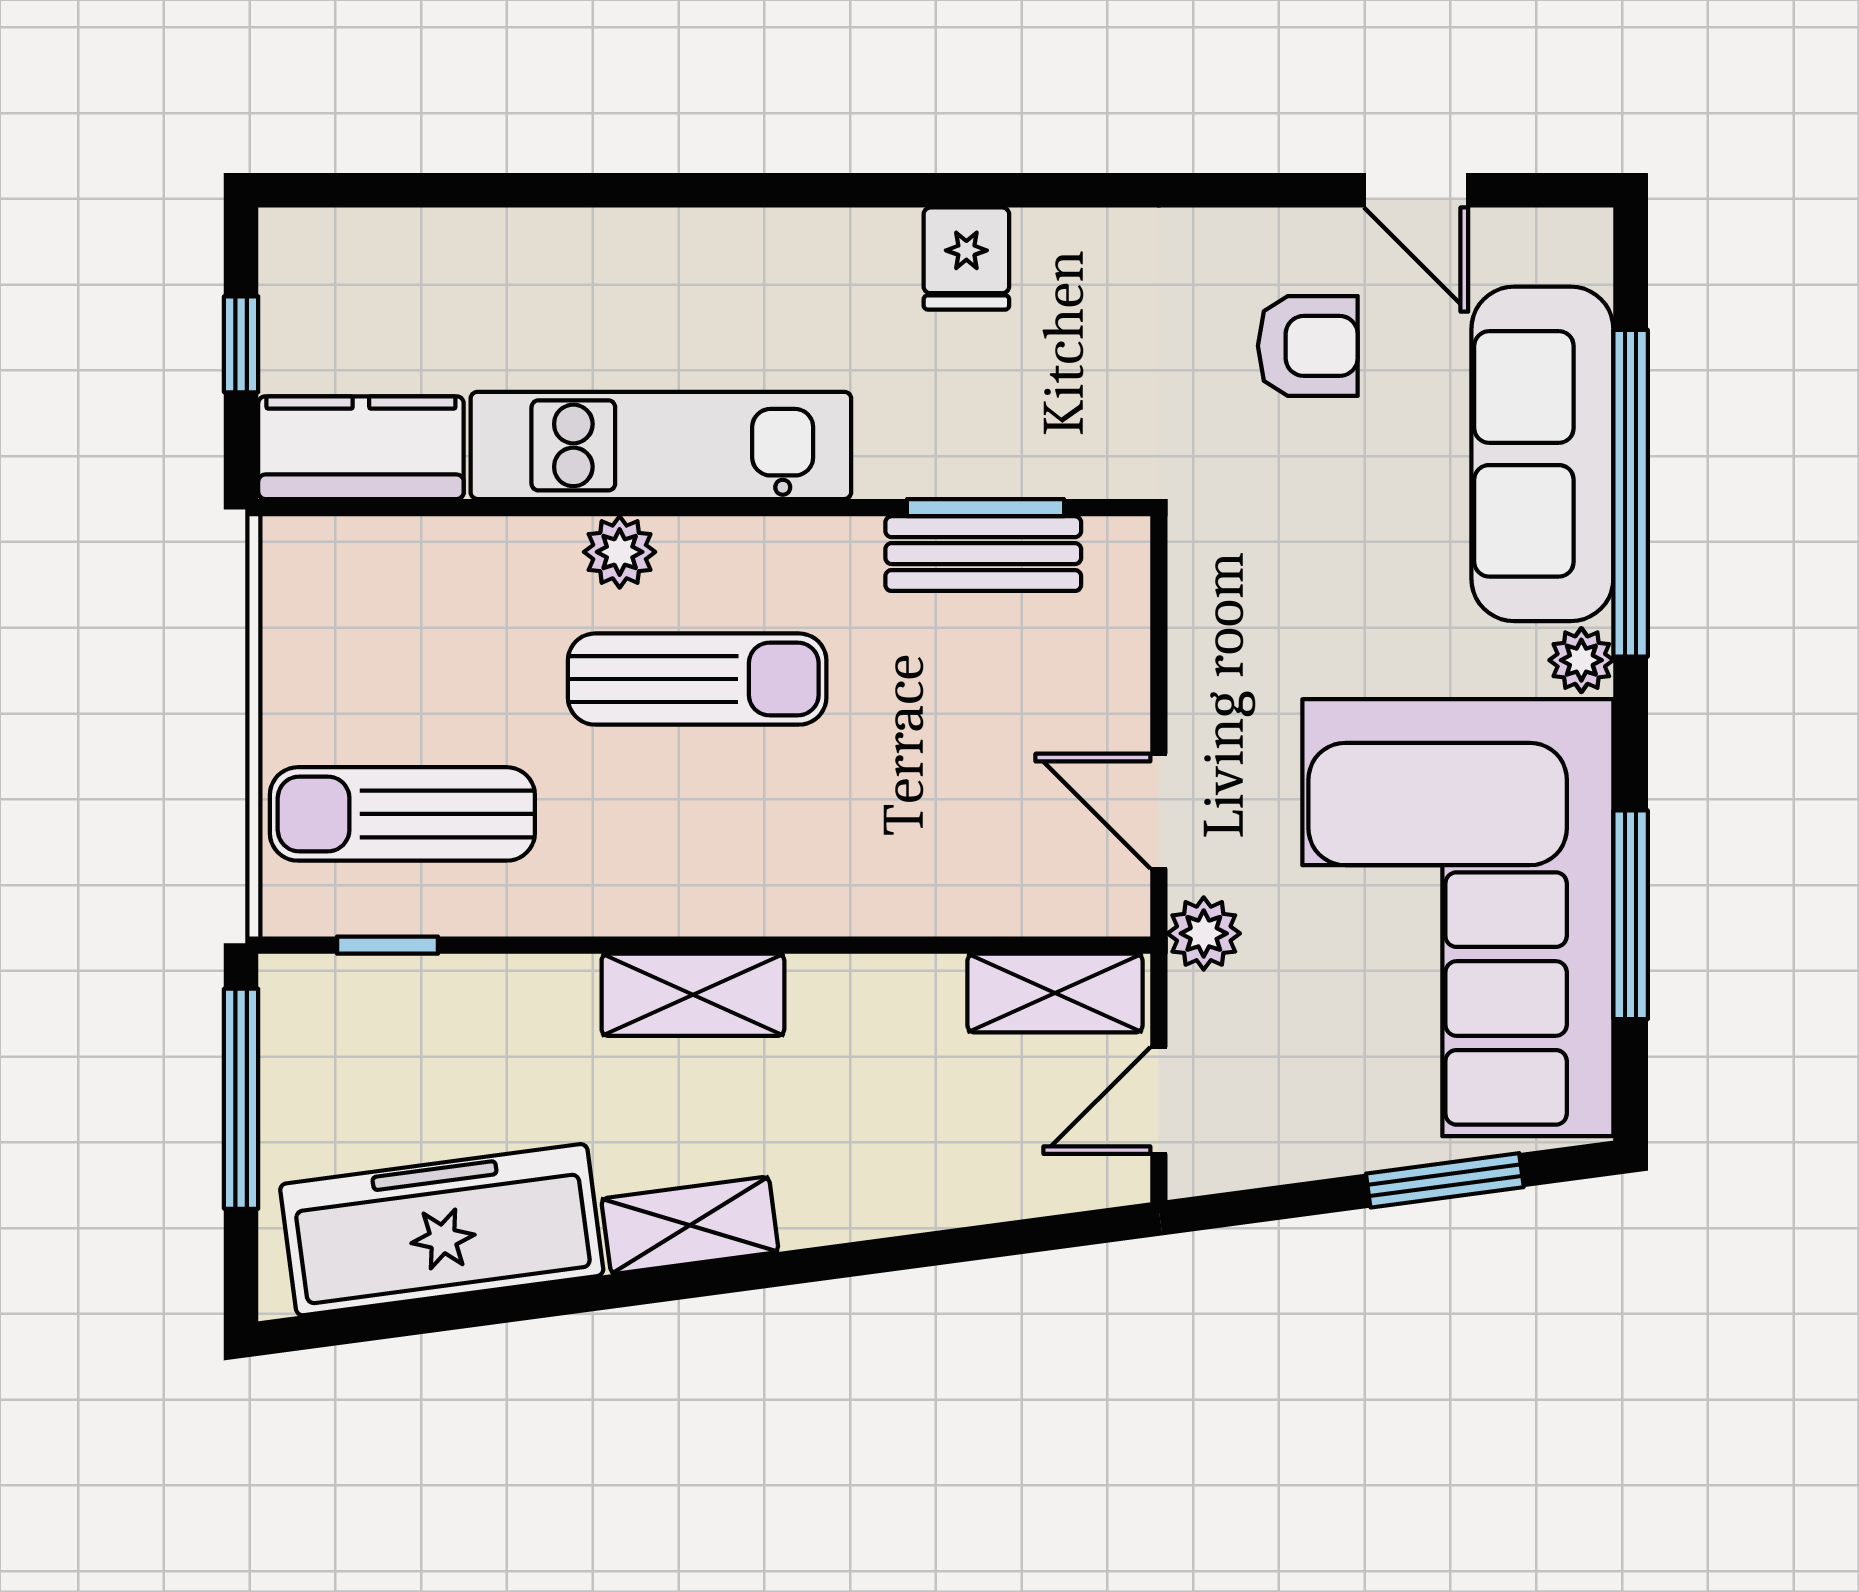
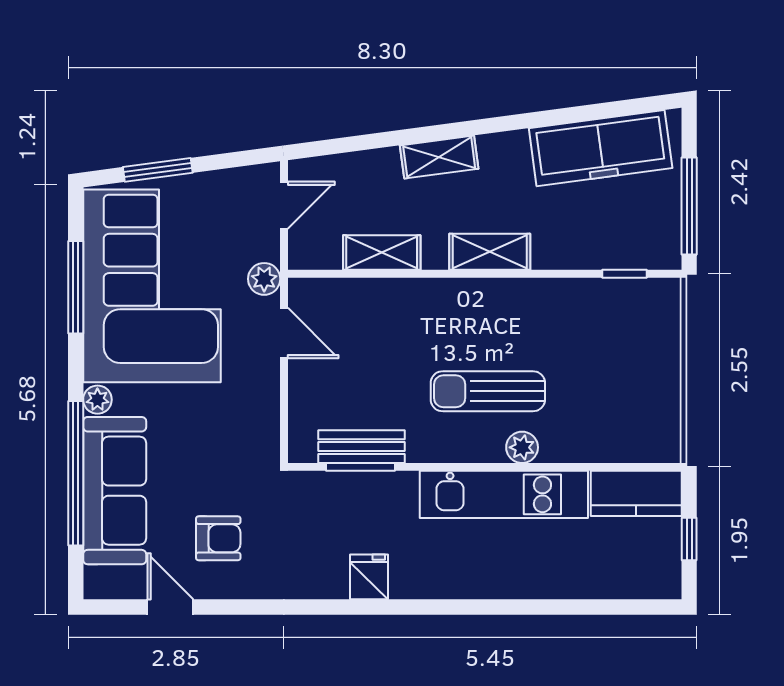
armchair: (1308, 346) -> (218, 538), turned 180
sun lounger: (402, 814) -> (618, 332), removed
shelving: (1055, 993) -> (382, 253), moved
shelving: (690, 1225) -> (439, 157), moved

